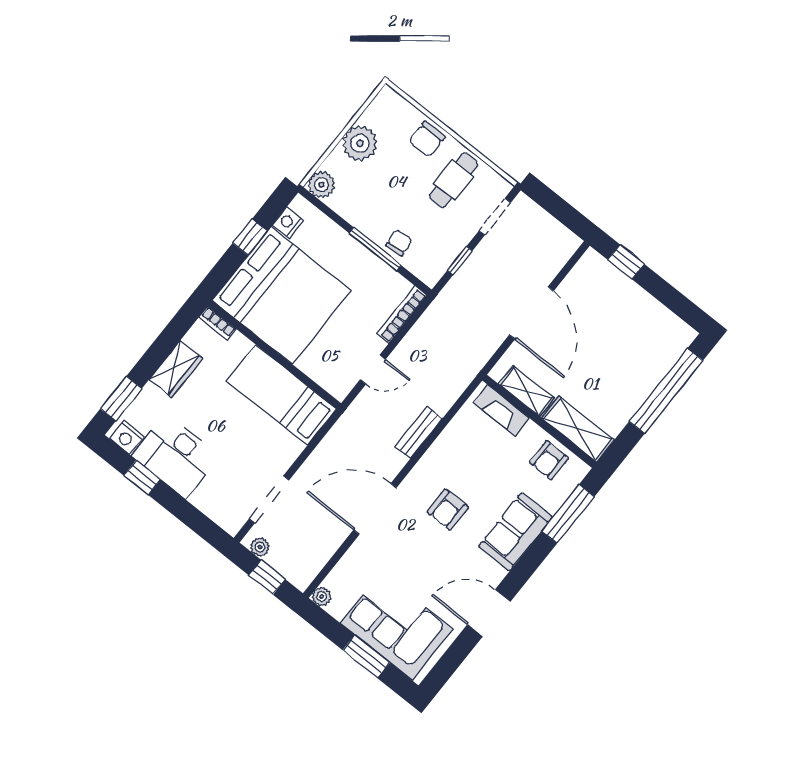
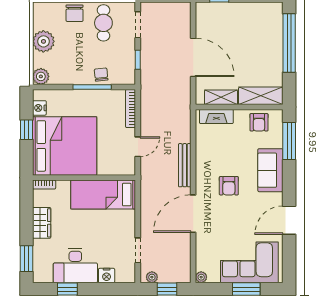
bench: (419, 432) -> (185, 165), width x1.36
nightstand: (127, 437) -> (107, 276), moved
doorway: (269, 499) -> (138, 250), width x0.73

